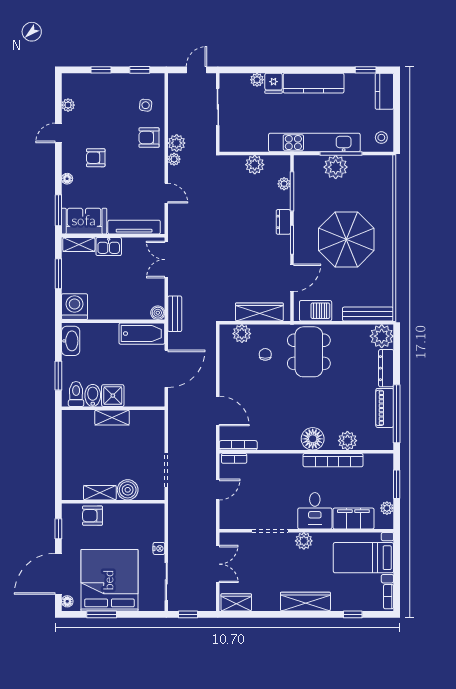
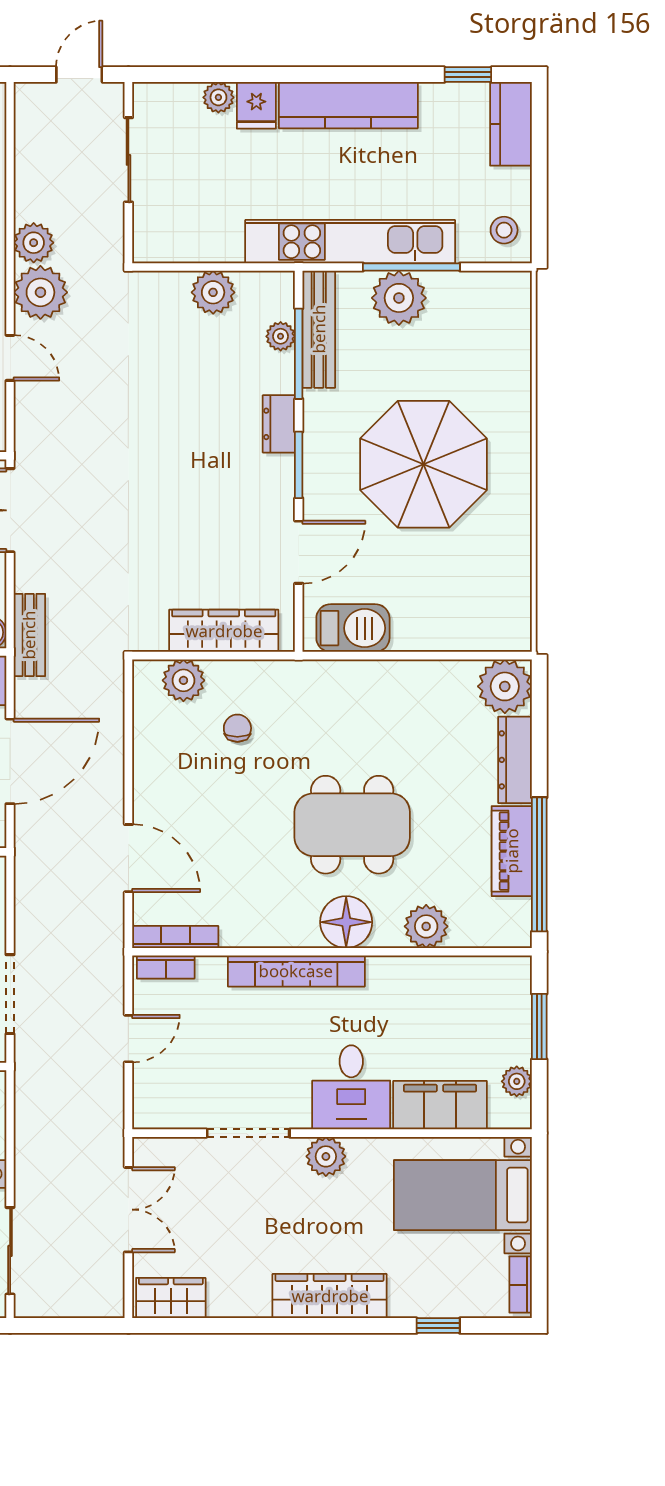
plant: (174, 159) -> (40, 292), width x1.87, depth x1.87
bench: (368, 314) -> (319, 329), moved, turned 90
dining table: (309, 352) -> (352, 825), moved, turned 90
bookcase: (333, 460) -> (296, 971), moved
window: (188, 614) -> (60, 1326), removed

